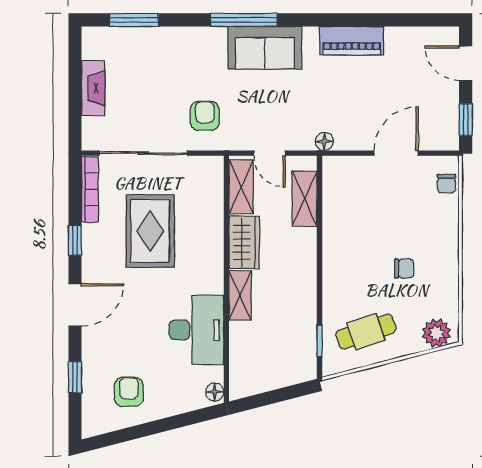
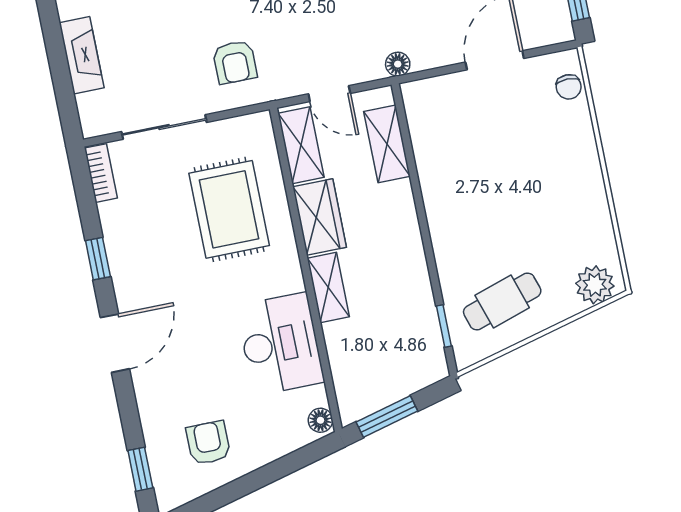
armchair: (205, 116) -> (235, 62), turned 180
sliding door: (143, 153) -> (164, 127), width x0.73
bookcase: (90, 189) -> (101, 173), width x0.64
rug: (150, 231) -> (229, 209), moved
chair: (404, 268) -> (536, 209), removed
window: (75, 377) -> (140, 469), moved
window: (264, 399) -> (387, 417), added

